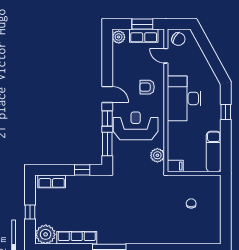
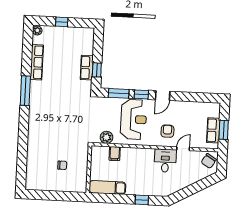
plant: (119, 37) -> (213, 108), removed
door: (166, 56) -> (183, 149), moved
desk: (184, 98) -> (165, 161), width x0.53, depth x0.77
filing cabinet: (175, 166) -> (115, 154), moved
row of seats: (52, 181) -> (87, 68), moved
plant: (46, 234) -> (37, 30), width x0.53, depth x0.53

